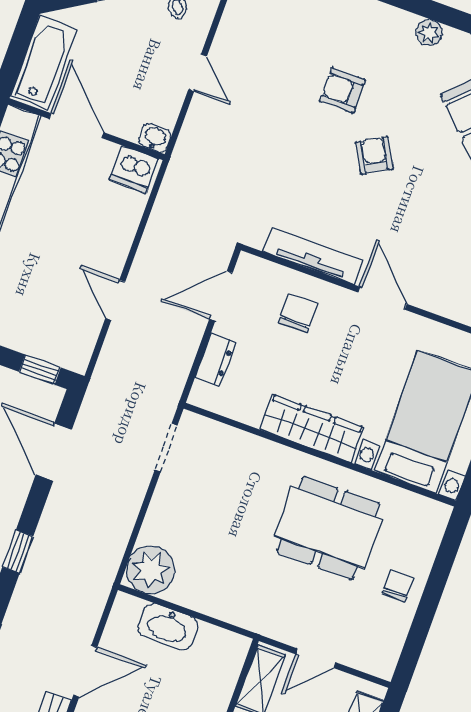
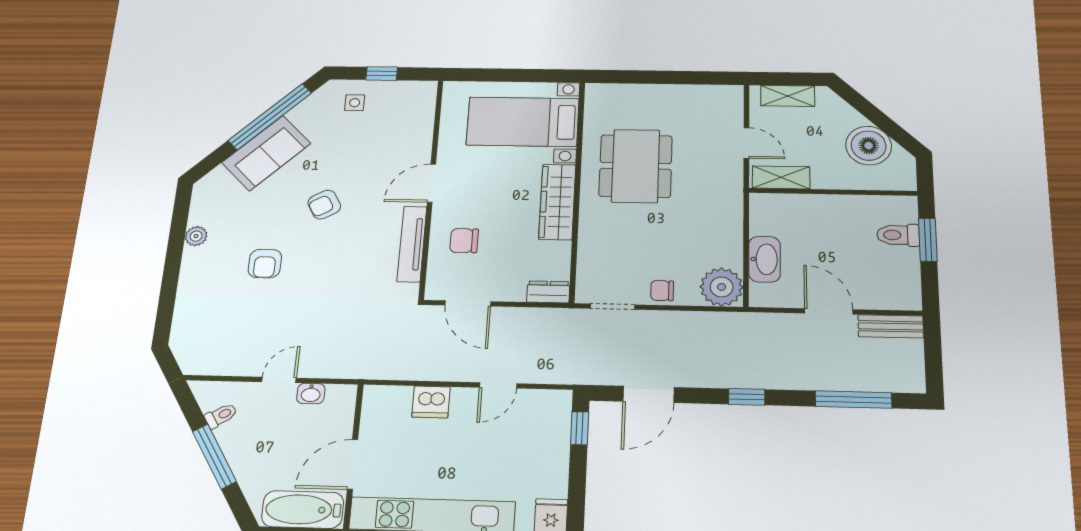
plant: (429, 33) -> (196, 236), moved
washbasin: (155, 138) -> (311, 394), moved, turned -90
armchair: (374, 155) -> (324, 205), moved
dishwasher: (134, 169) -> (431, 402), moved, turned 90
dresser: (215, 360) -> (548, 292), moved
chair: (398, 586) -> (662, 291), moved

